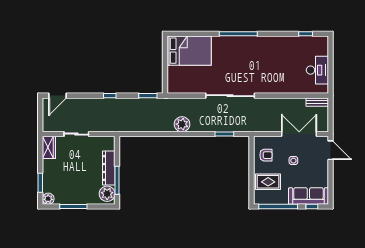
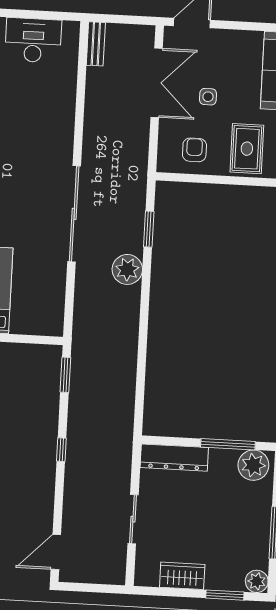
door: (57, 96) -> (56, 552), swing flipped
plant: (182, 124) -> (127, 269), moved
double door: (299, 134) -> (157, 83), swing flipped
wardrobe: (49, 147) -> (182, 576), moved
dresser: (109, 168) -> (174, 458), moved

